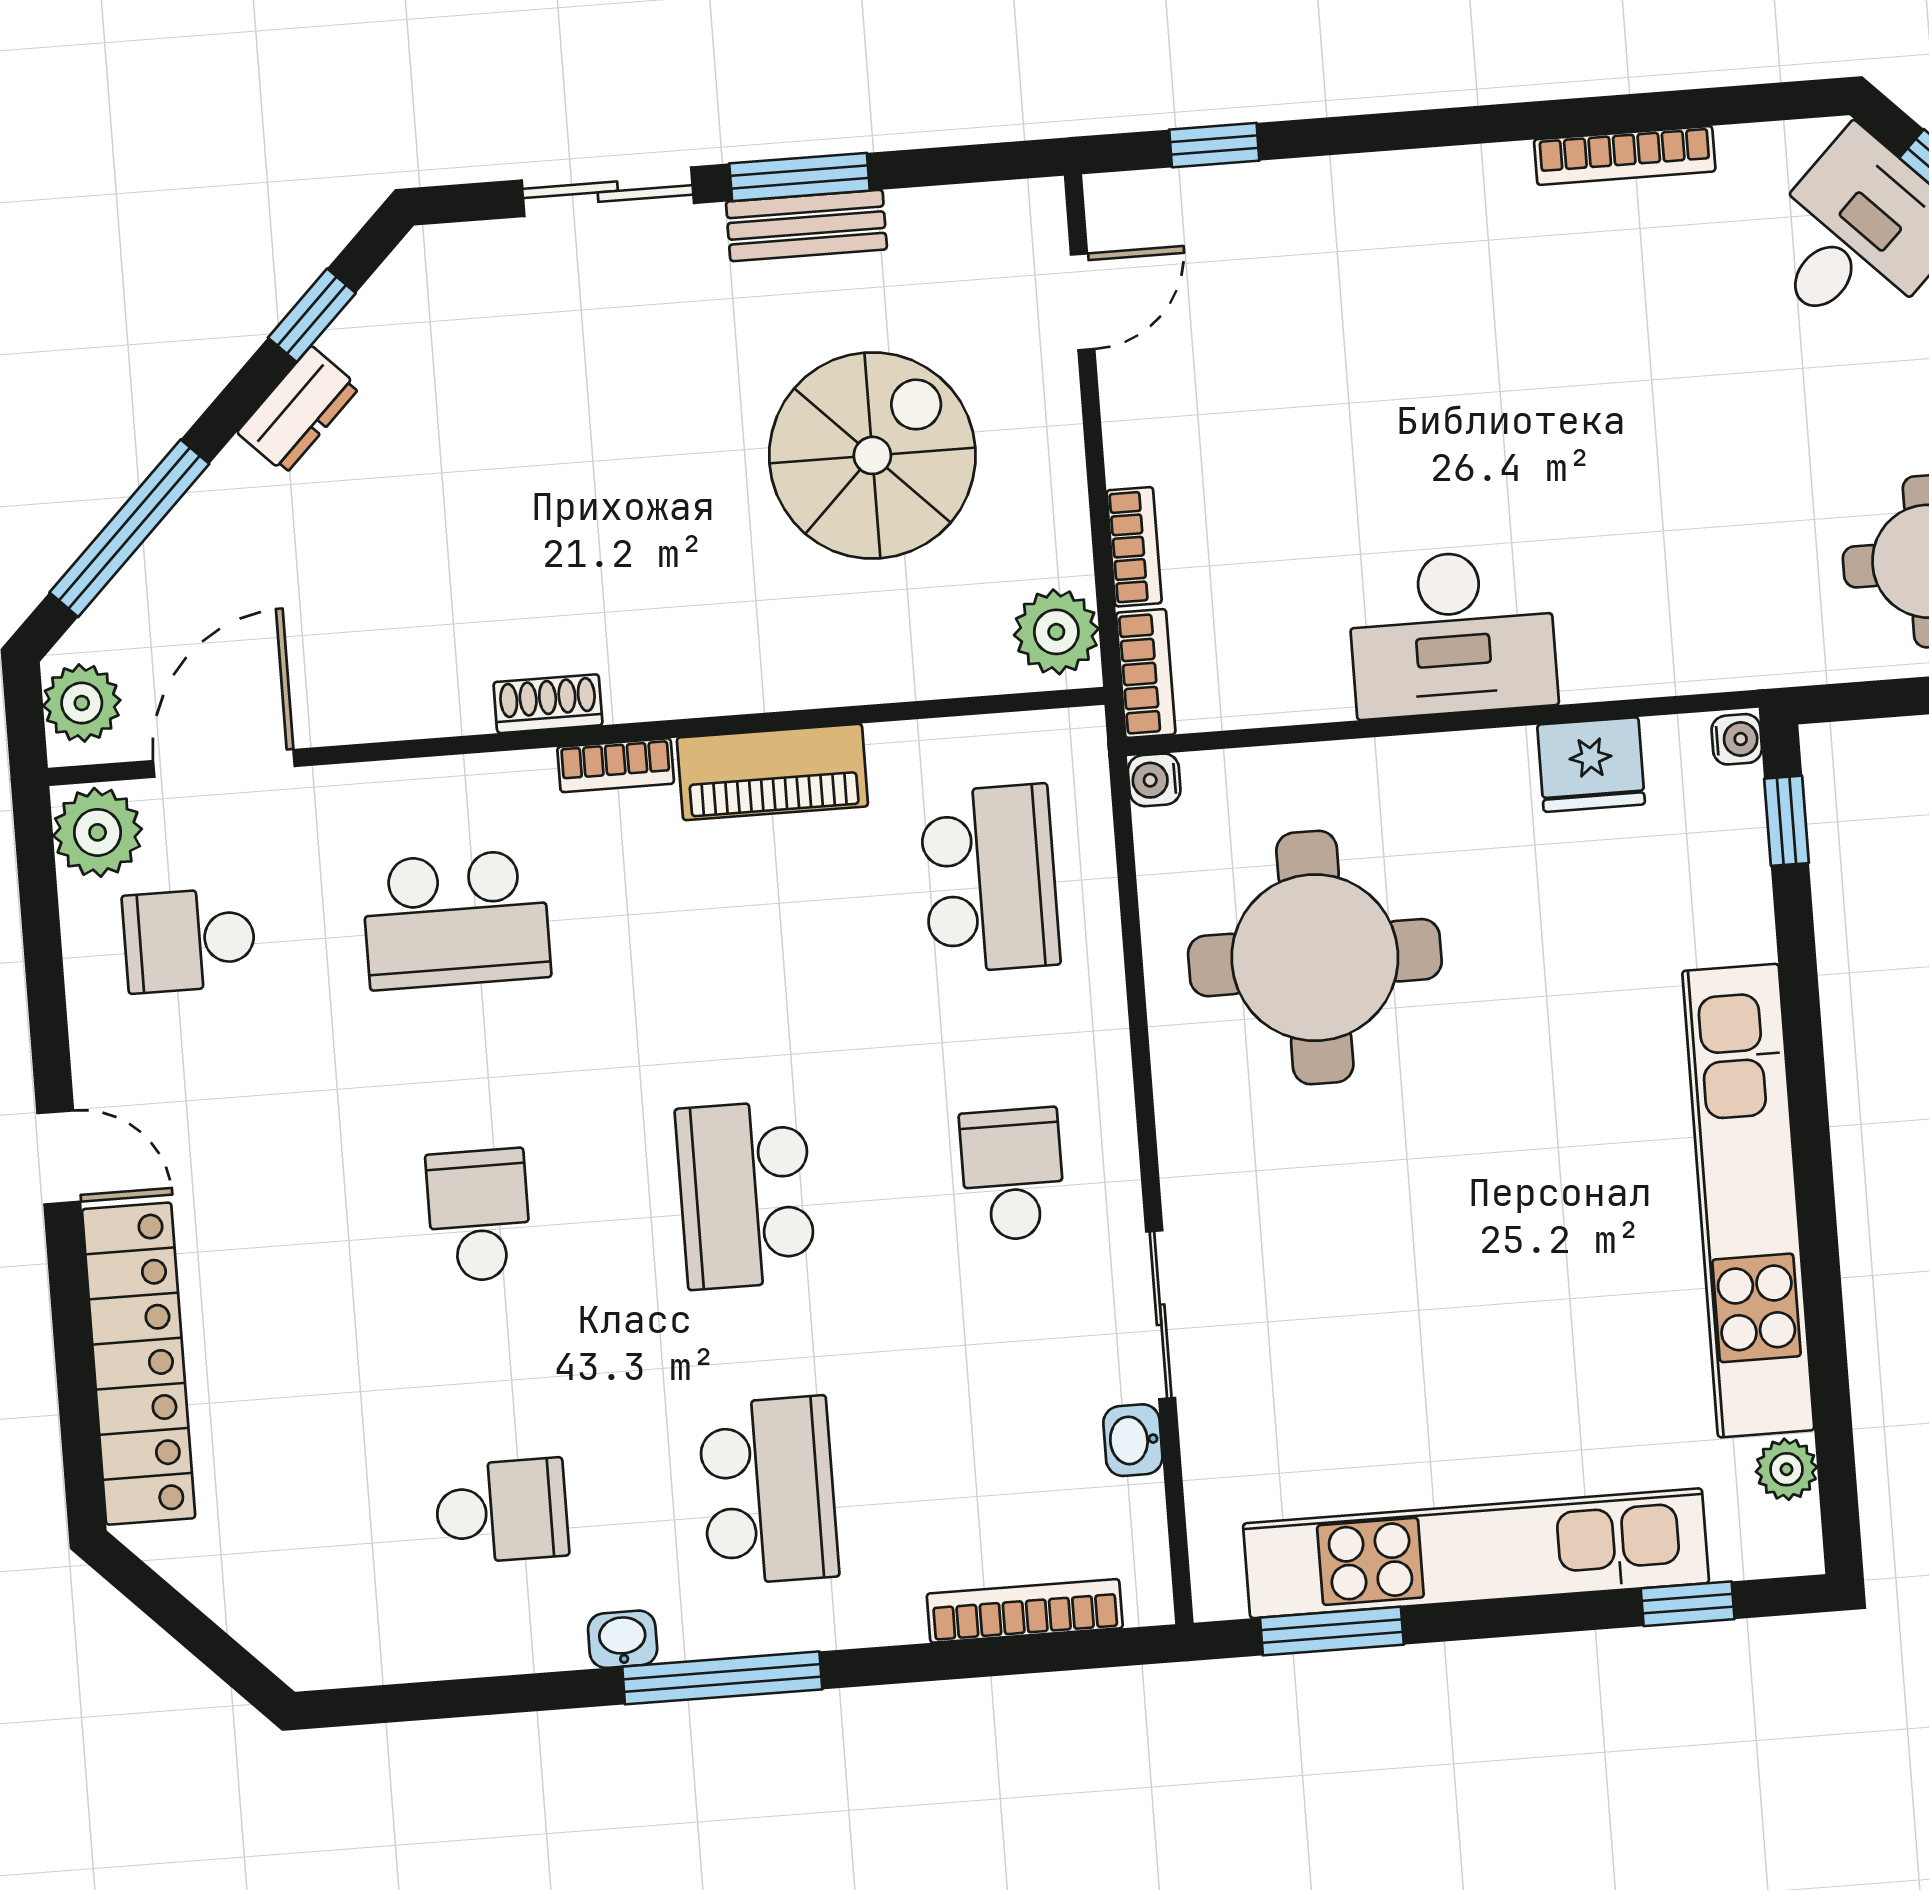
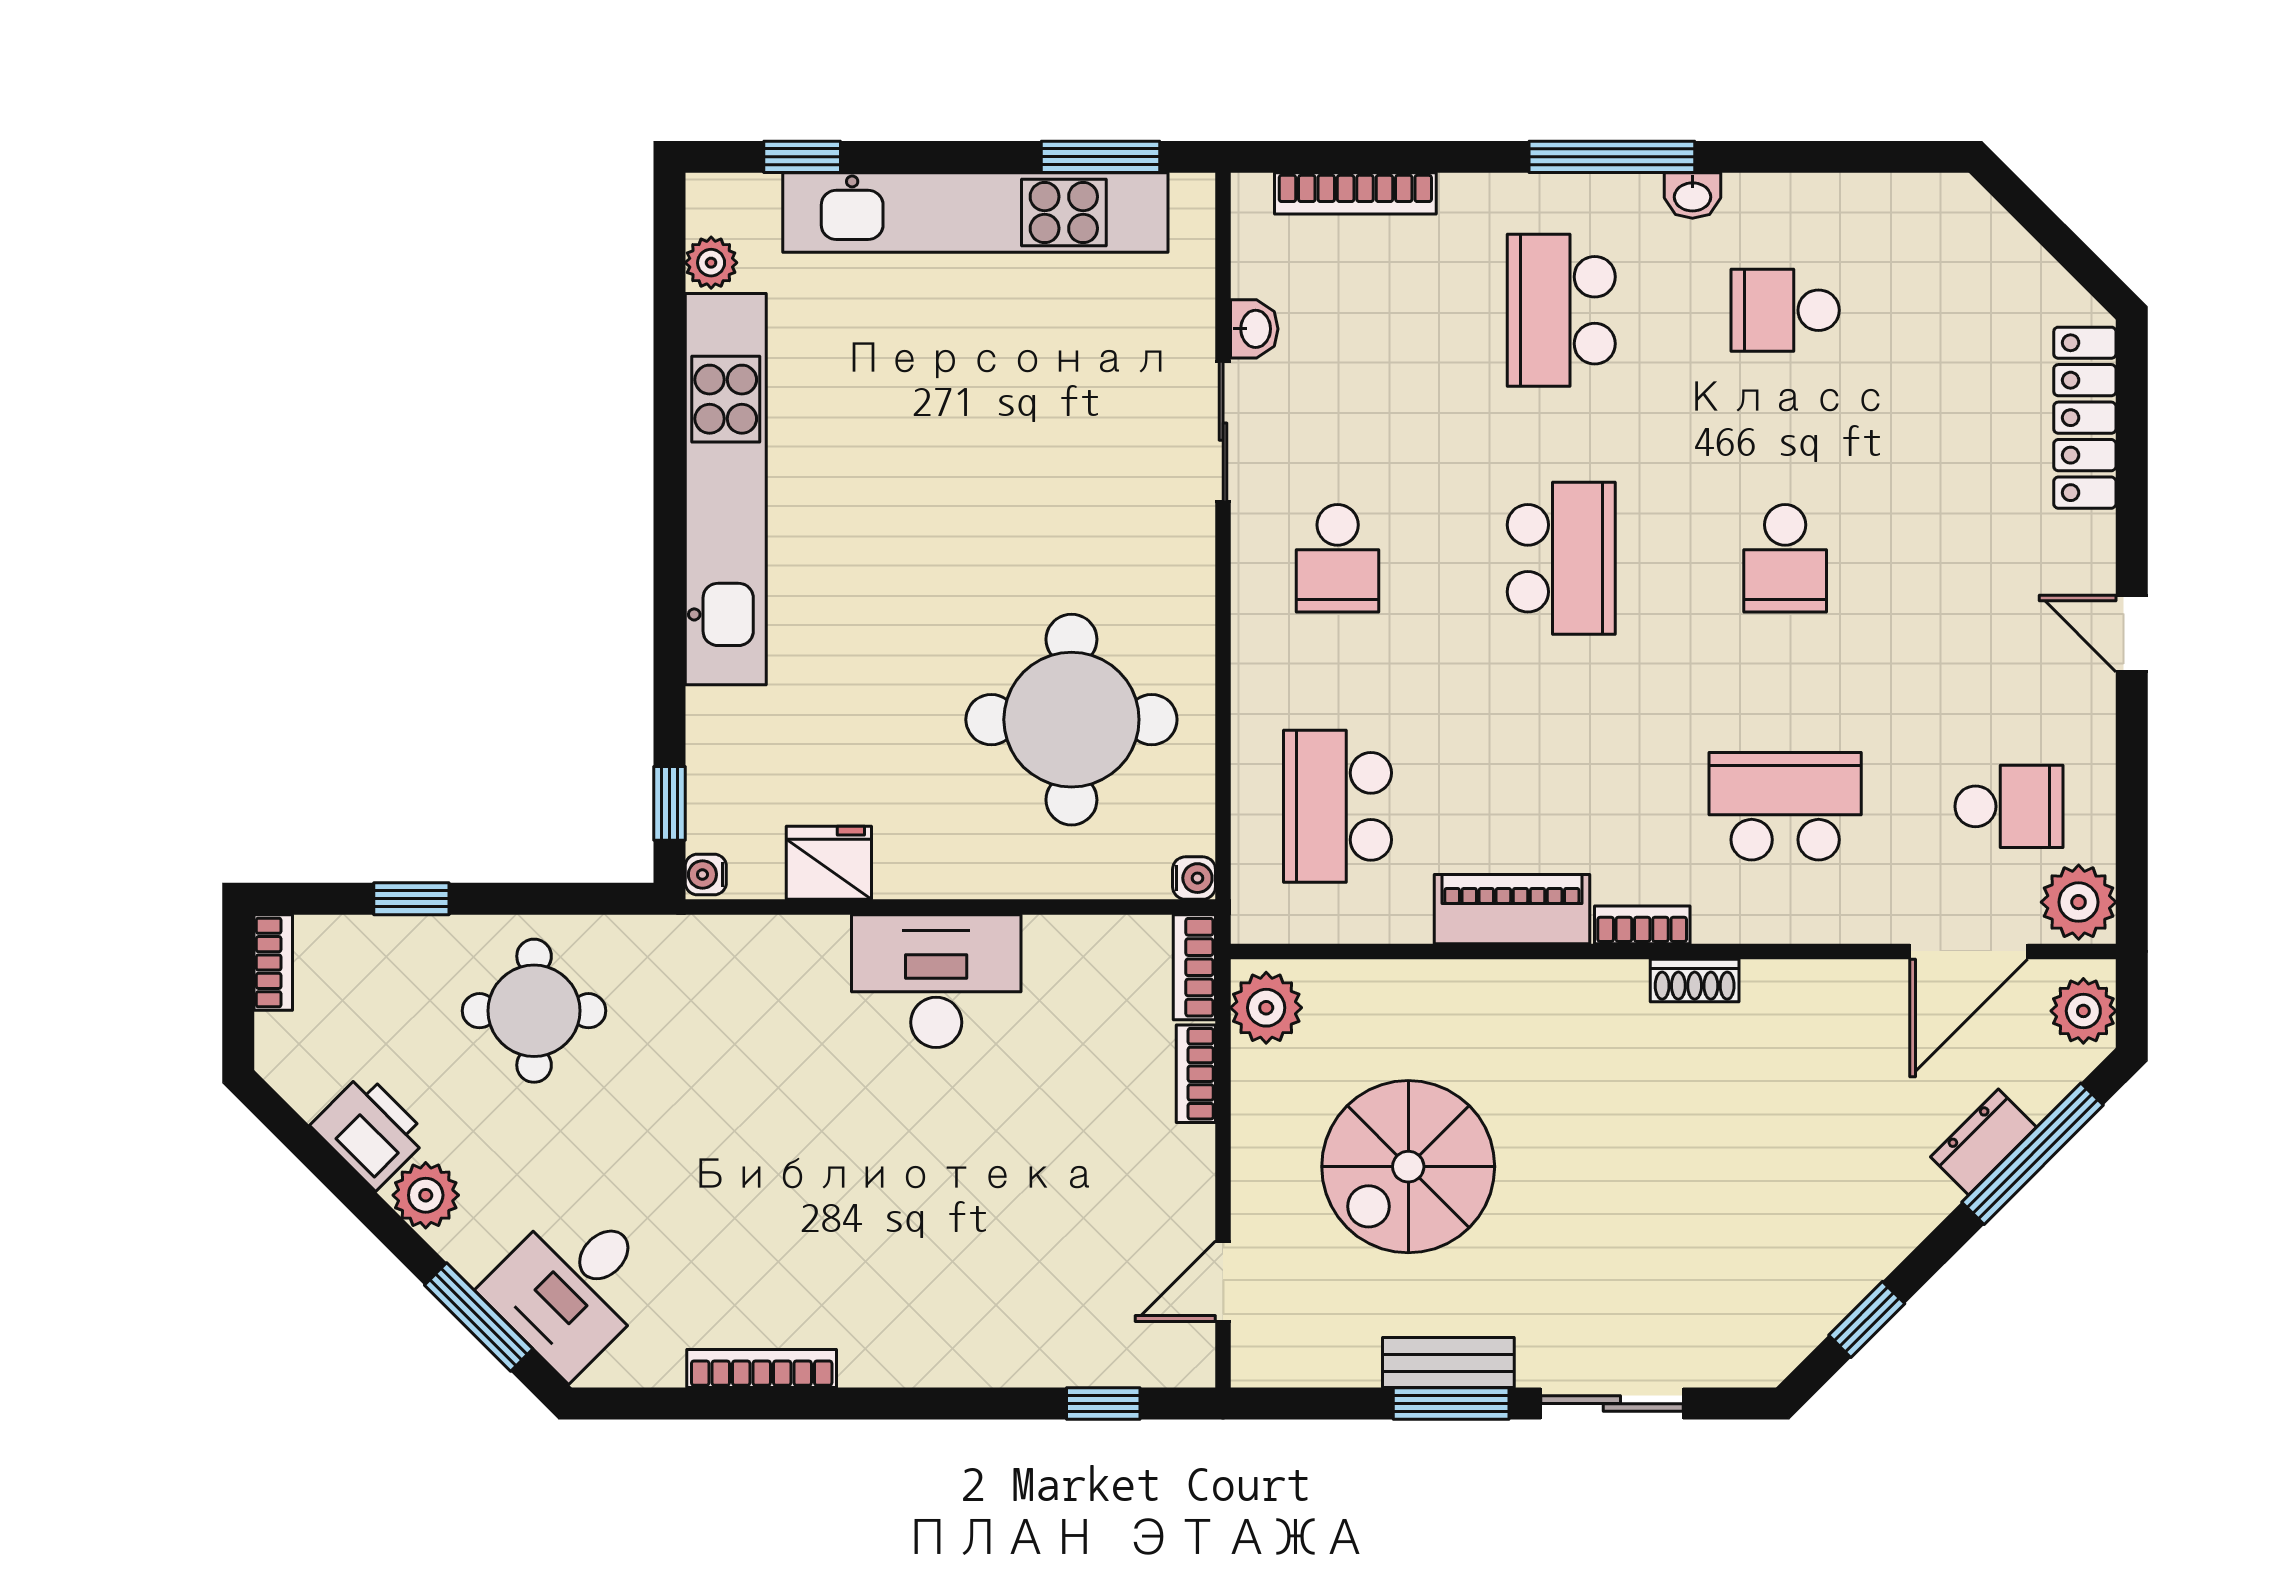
dresser: (298, 410) -> (1983, 1142), moved
locker: (139, 1364) -> (2085, 418), width x0.71, depth x0.83

